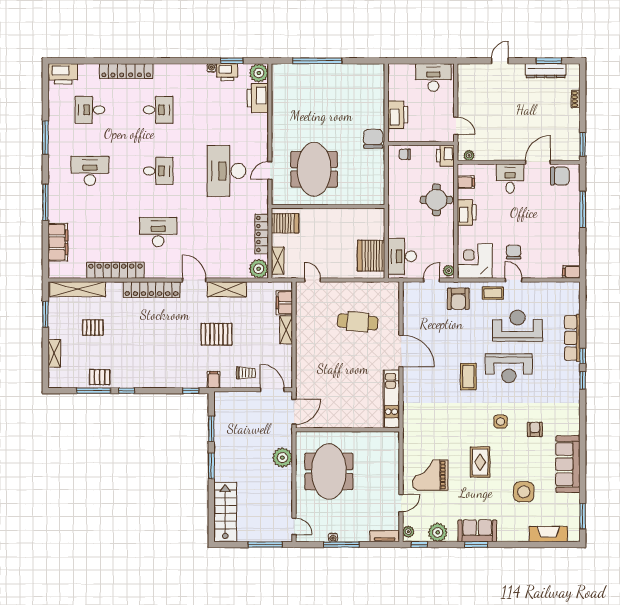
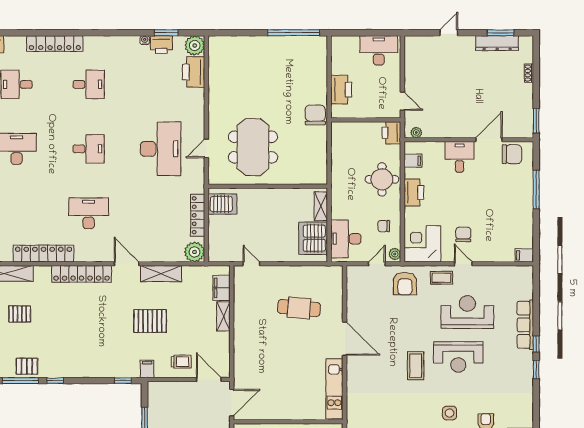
window: (317, 61) -> (294, 33), moved
chair: (405, 154) -> (384, 226), moved
desk: (226, 171) -> (161, 149), turned 180
shelving: (278, 261) -> (321, 206), moved

